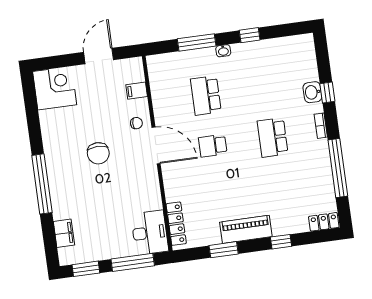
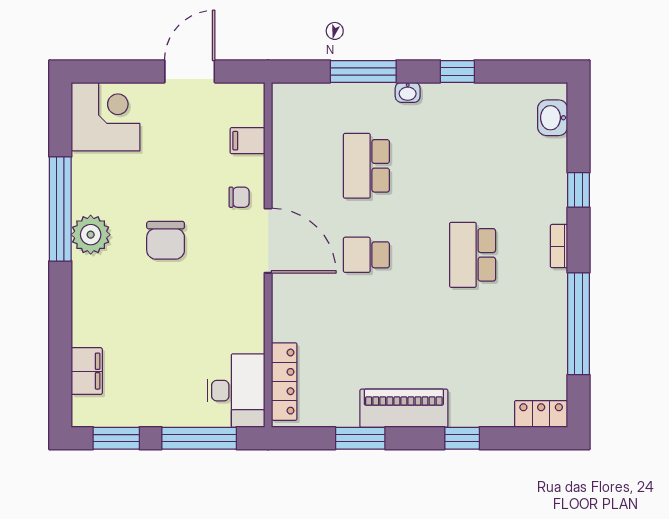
washbasin: (312, 92) -> (553, 118), moved
plant: (55, 156) -> (91, 235), added
window: (42, 184) -> (60, 209), moved

